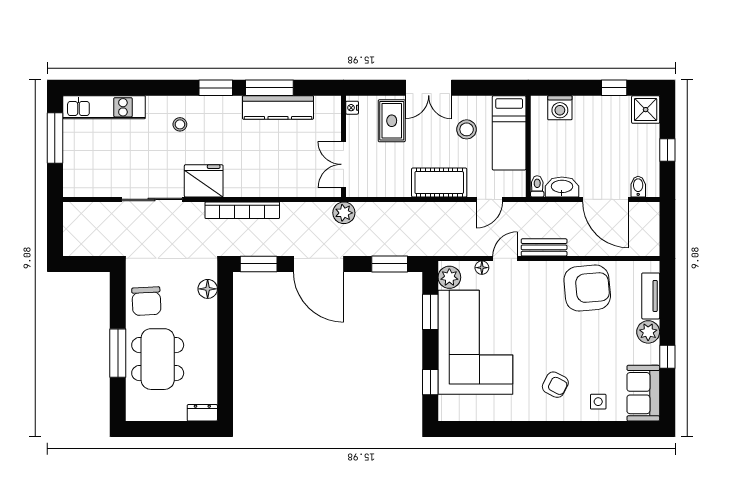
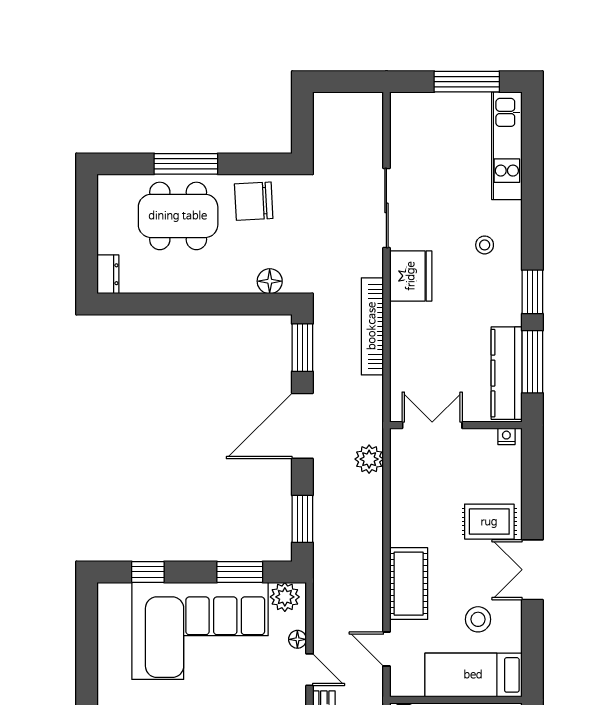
nightstand: (352, 108) -> (506, 436), moved
wall: (343, 146) -> (456, 425), moved
double door: (343, 164) -> (432, 425), moved

